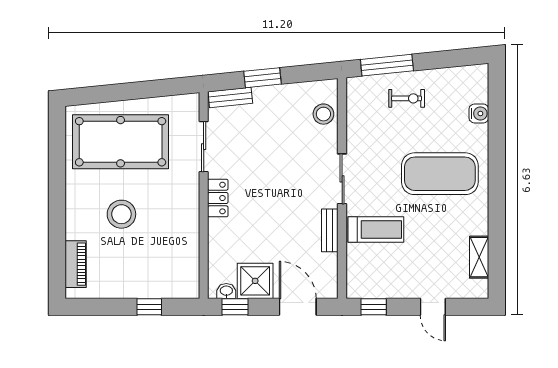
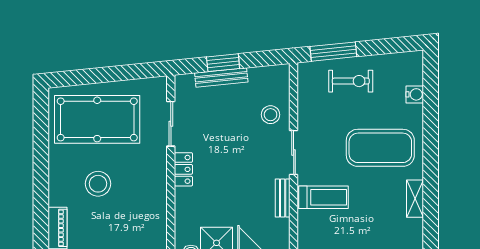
bench: (230, 97) -> (221, 77), moved, width x1.36
exercise bike: (407, 98) -> (351, 81), width x1.38, depth x1.39
stool: (323, 114) -> (271, 115), moved
shelving: (479, 257) -> (415, 199), moved

